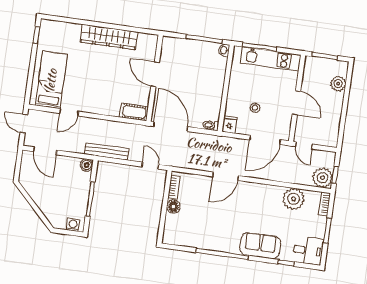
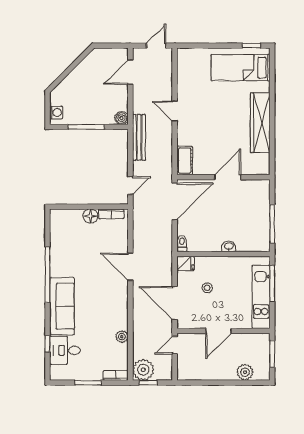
washbasin: (224, 50) -> (229, 246), moved
bed: (51, 80) -> (241, 68), moved, turned 180
door: (69, 112) -> (175, 111), moved
plant: (294, 199) -> (122, 337), width x0.53, depth x0.53
sofa: (260, 246) -> (62, 306), width x1.36
desk: (308, 251) -> (65, 350), moved, turned 90

